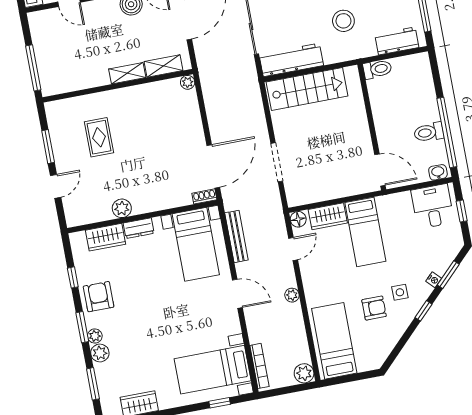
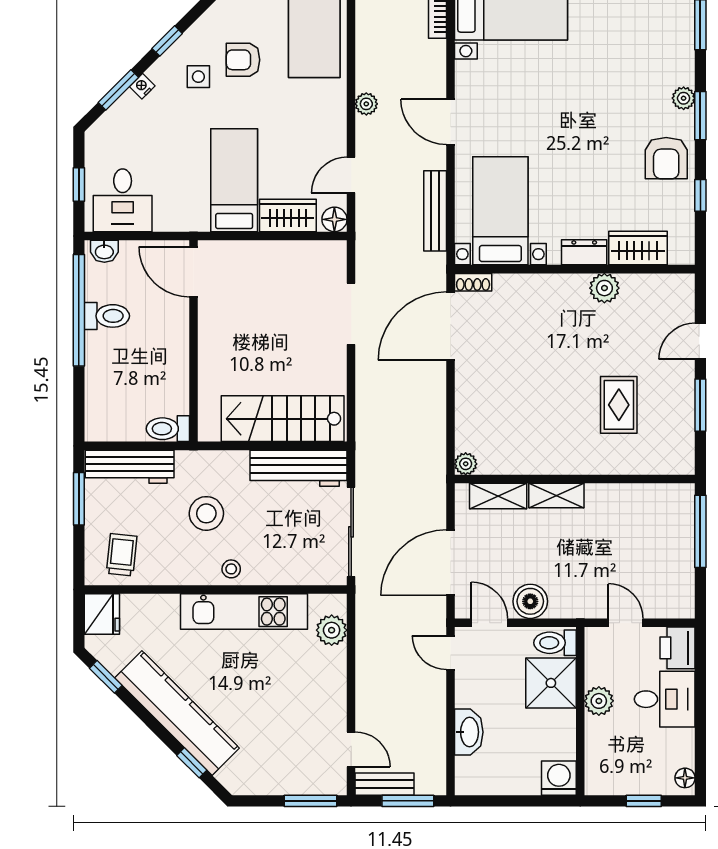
workbench: (397, 41) -> (130, 467), width x1.38
plant: (100, 353) -> (681, 70), removed

